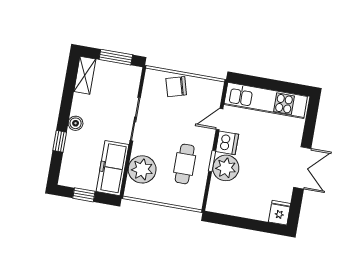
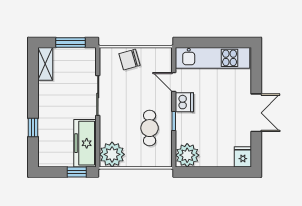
door: (219, 119) -> (174, 82), hinge flipped
boiler: (76, 123) -> (45, 109), removed
plant: (226, 168) -> (187, 155), moved
plant: (142, 169) -> (112, 154), moved
window: (84, 195) -> (77, 172), moved

